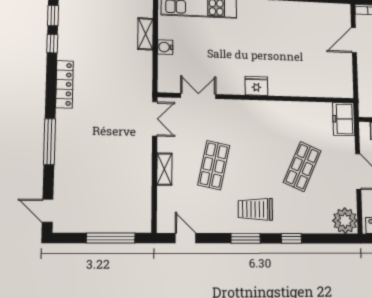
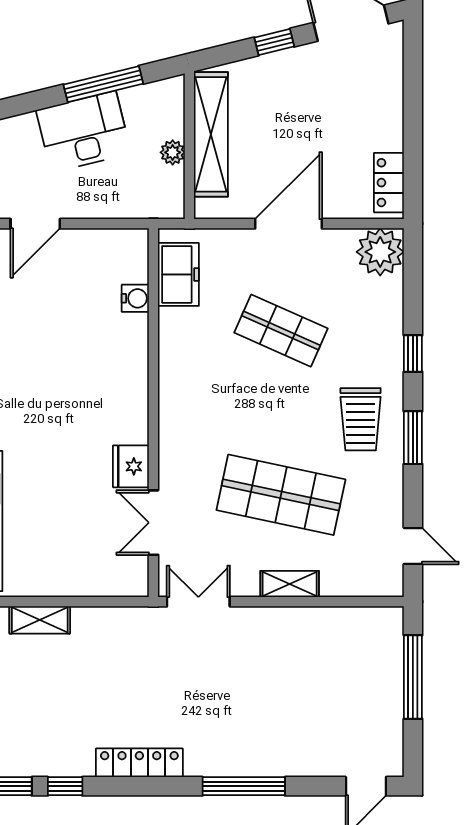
door: (354, 40) -> (35, 224), hinge flipped
water cooler: (165, 47) -> (135, 298), moved, turned -90
fridge: (256, 86) -> (131, 466), moved
freezer: (344, 119) -> (178, 274), moved, turned -90
shop shelf: (214, 165) -> (281, 495), width x1.43, depth x1.36
door: (186, 238) -> (413, 546), swing flipped

